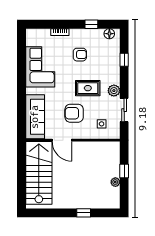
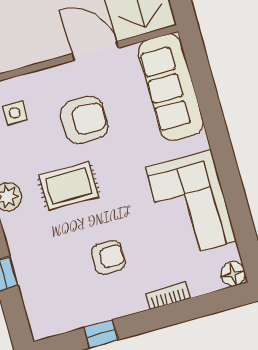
floor lamp: (109, 34) -> (233, 274), moved
armchair: (80, 55) -> (108, 257), turned 180

